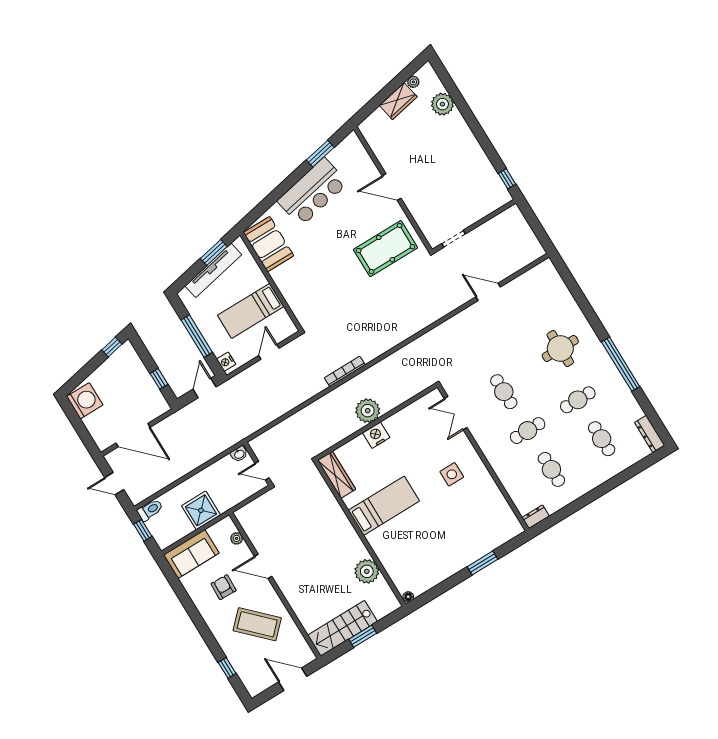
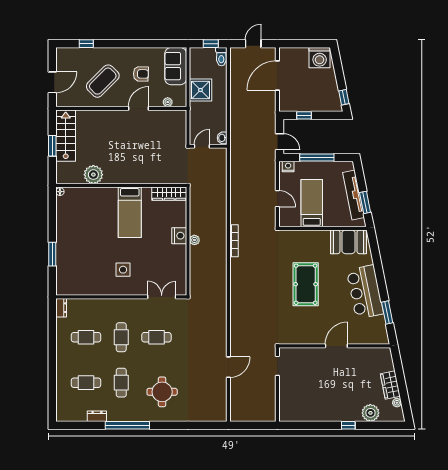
window: (507, 179) -> (348, 425), moved
pool table: (386, 249) -> (306, 284), moved
plant: (368, 411) -> (194, 240), width x0.53, depth x0.53
dresser: (650, 434) -> (97, 416), moved, width x0.70

